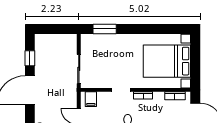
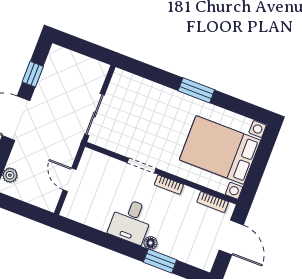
window: (105, 29) -> (196, 90), moved
filing cabinet: (91, 99) -> (95, 162), removed

